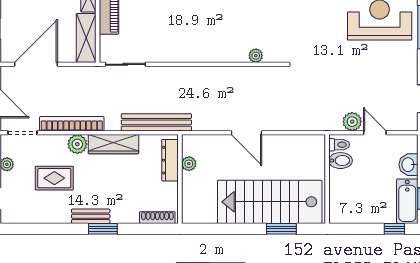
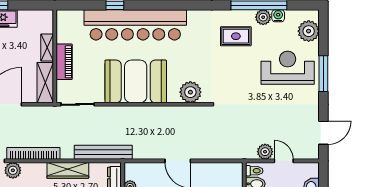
booth: (196, 37) -> (136, 81), added
plant: (256, 56) -> (190, 92), width x1.88, depth x1.88
plant: (77, 144) -> (13, 170), moved

